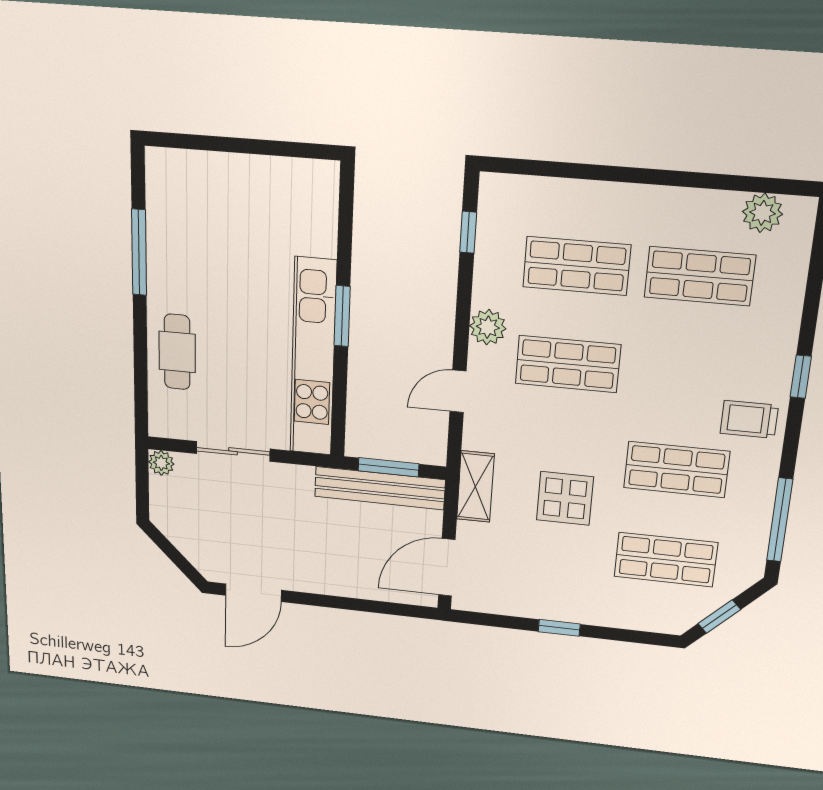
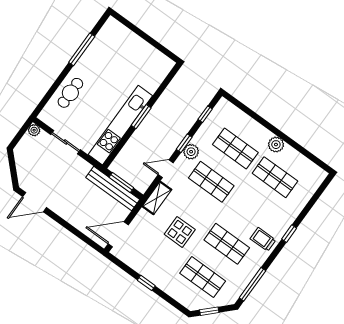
plant: (762, 213) -> (276, 145), moved
window: (463, 318) -> (184, 143), added
shelving: (475, 487) -> (157, 198), moved

